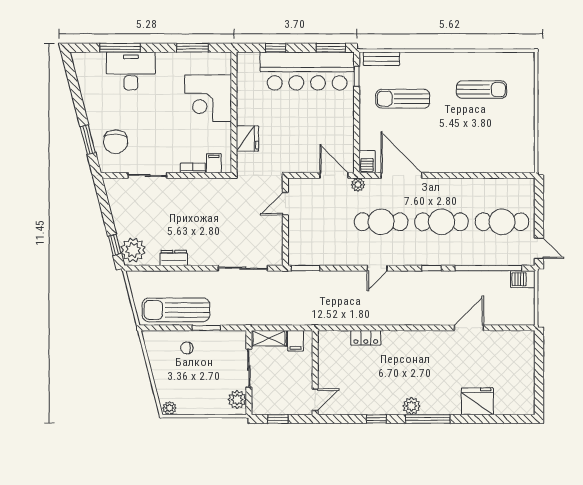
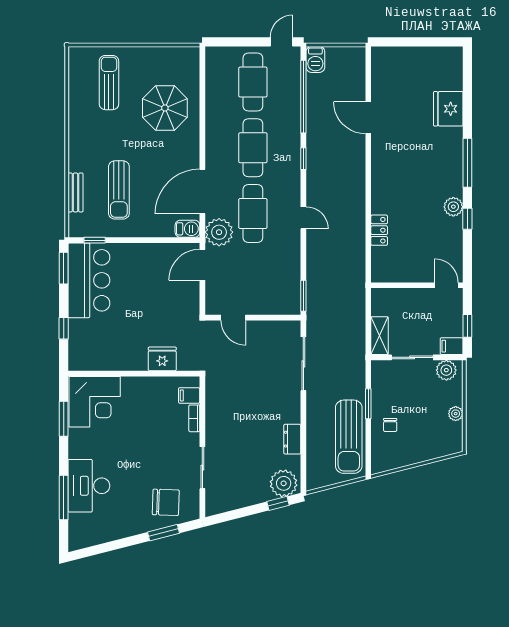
bench: (382, 59) -> (76, 192), moved
bar counter: (307, 71) -> (89, 280), width x0.73
sun lounger: (482, 90) -> (109, 83), moved
corner desk: (208, 98) -> (95, 402), moved
parasol: (478, 141) -> (165, 108), added
plant: (358, 185) -> (219, 232), width x1.87, depth x1.87
filing cabinet: (295, 341) -> (452, 346), moved, turned 180
plant: (411, 406) -> (453, 207), moved
plant: (170, 408) -> (456, 414), moved

